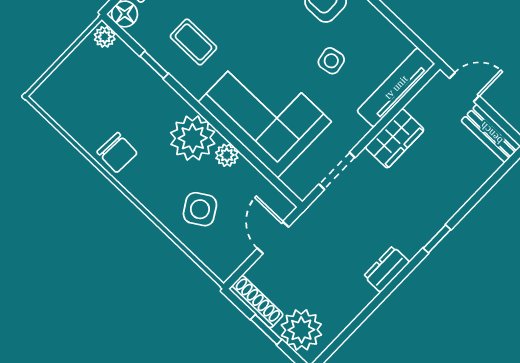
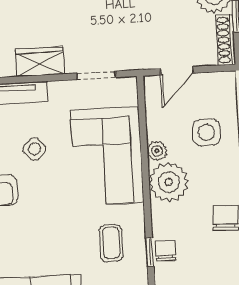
side table: (331, 61) -> (34, 149), turned -34
chair: (142, 78) -> (166, 251), added
side table: (200, 209) -> (206, 132), turned 32

